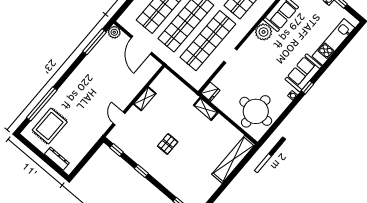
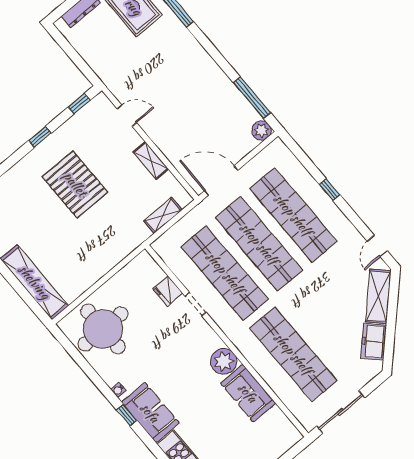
door: (141, 45) -> (221, 180), moved
fridge: (210, 92) -> (168, 291), moved
shelving: (206, 109) -> (163, 215), moved
pallet: (168, 144) -> (75, 184), width x2.05, depth x2.00

